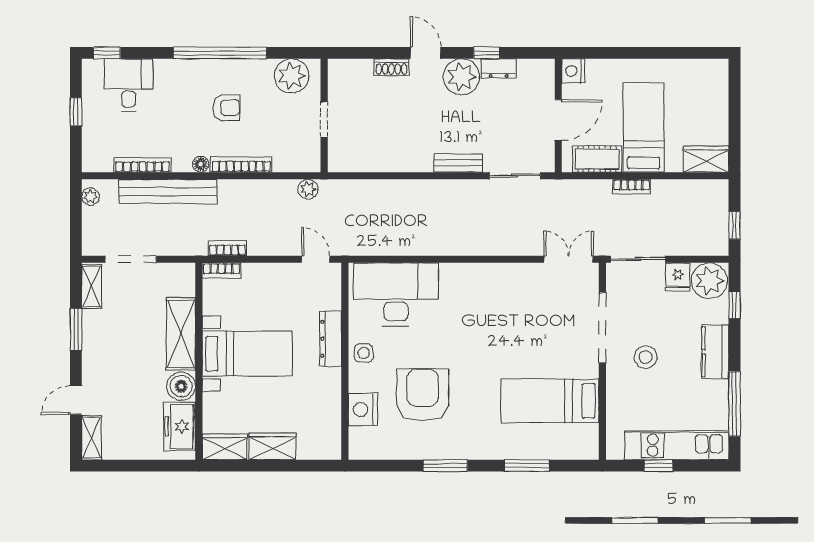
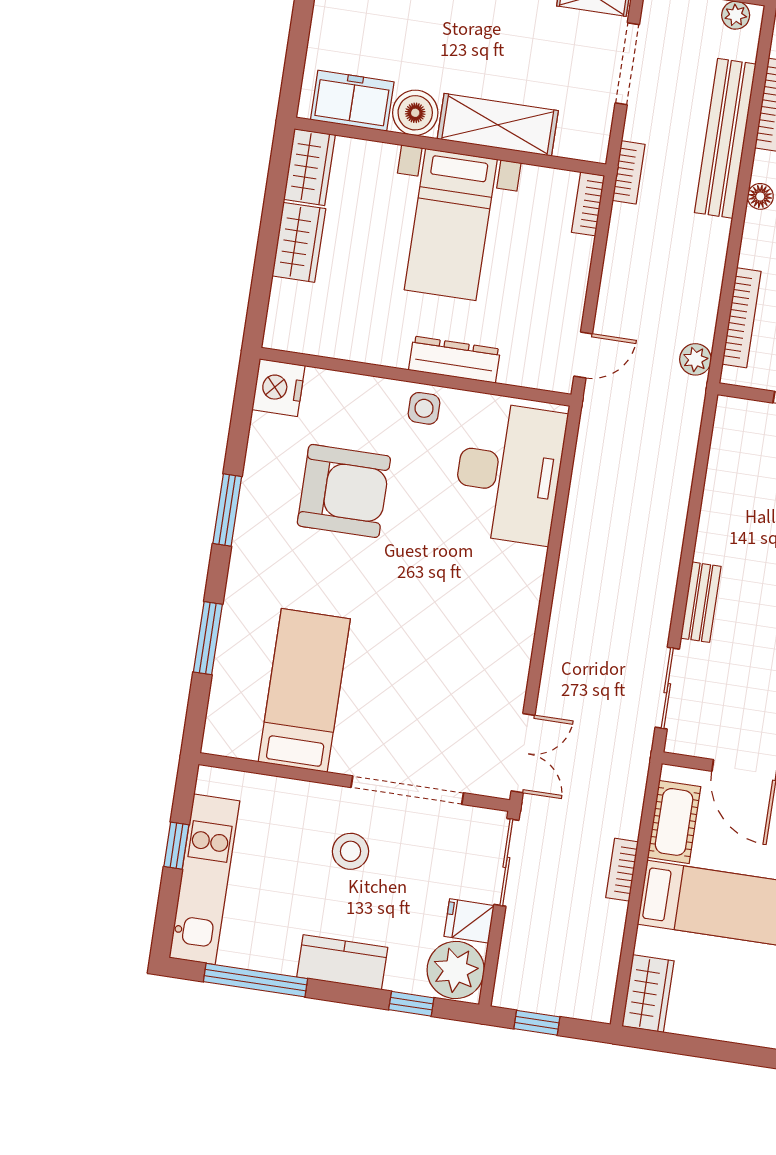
bookcase: (241, 164) -> (742, 318), moved
bookcase: (228, 248) -> (629, 172), moved
nightstand: (363, 409) -> (278, 388), moved, turned -90

